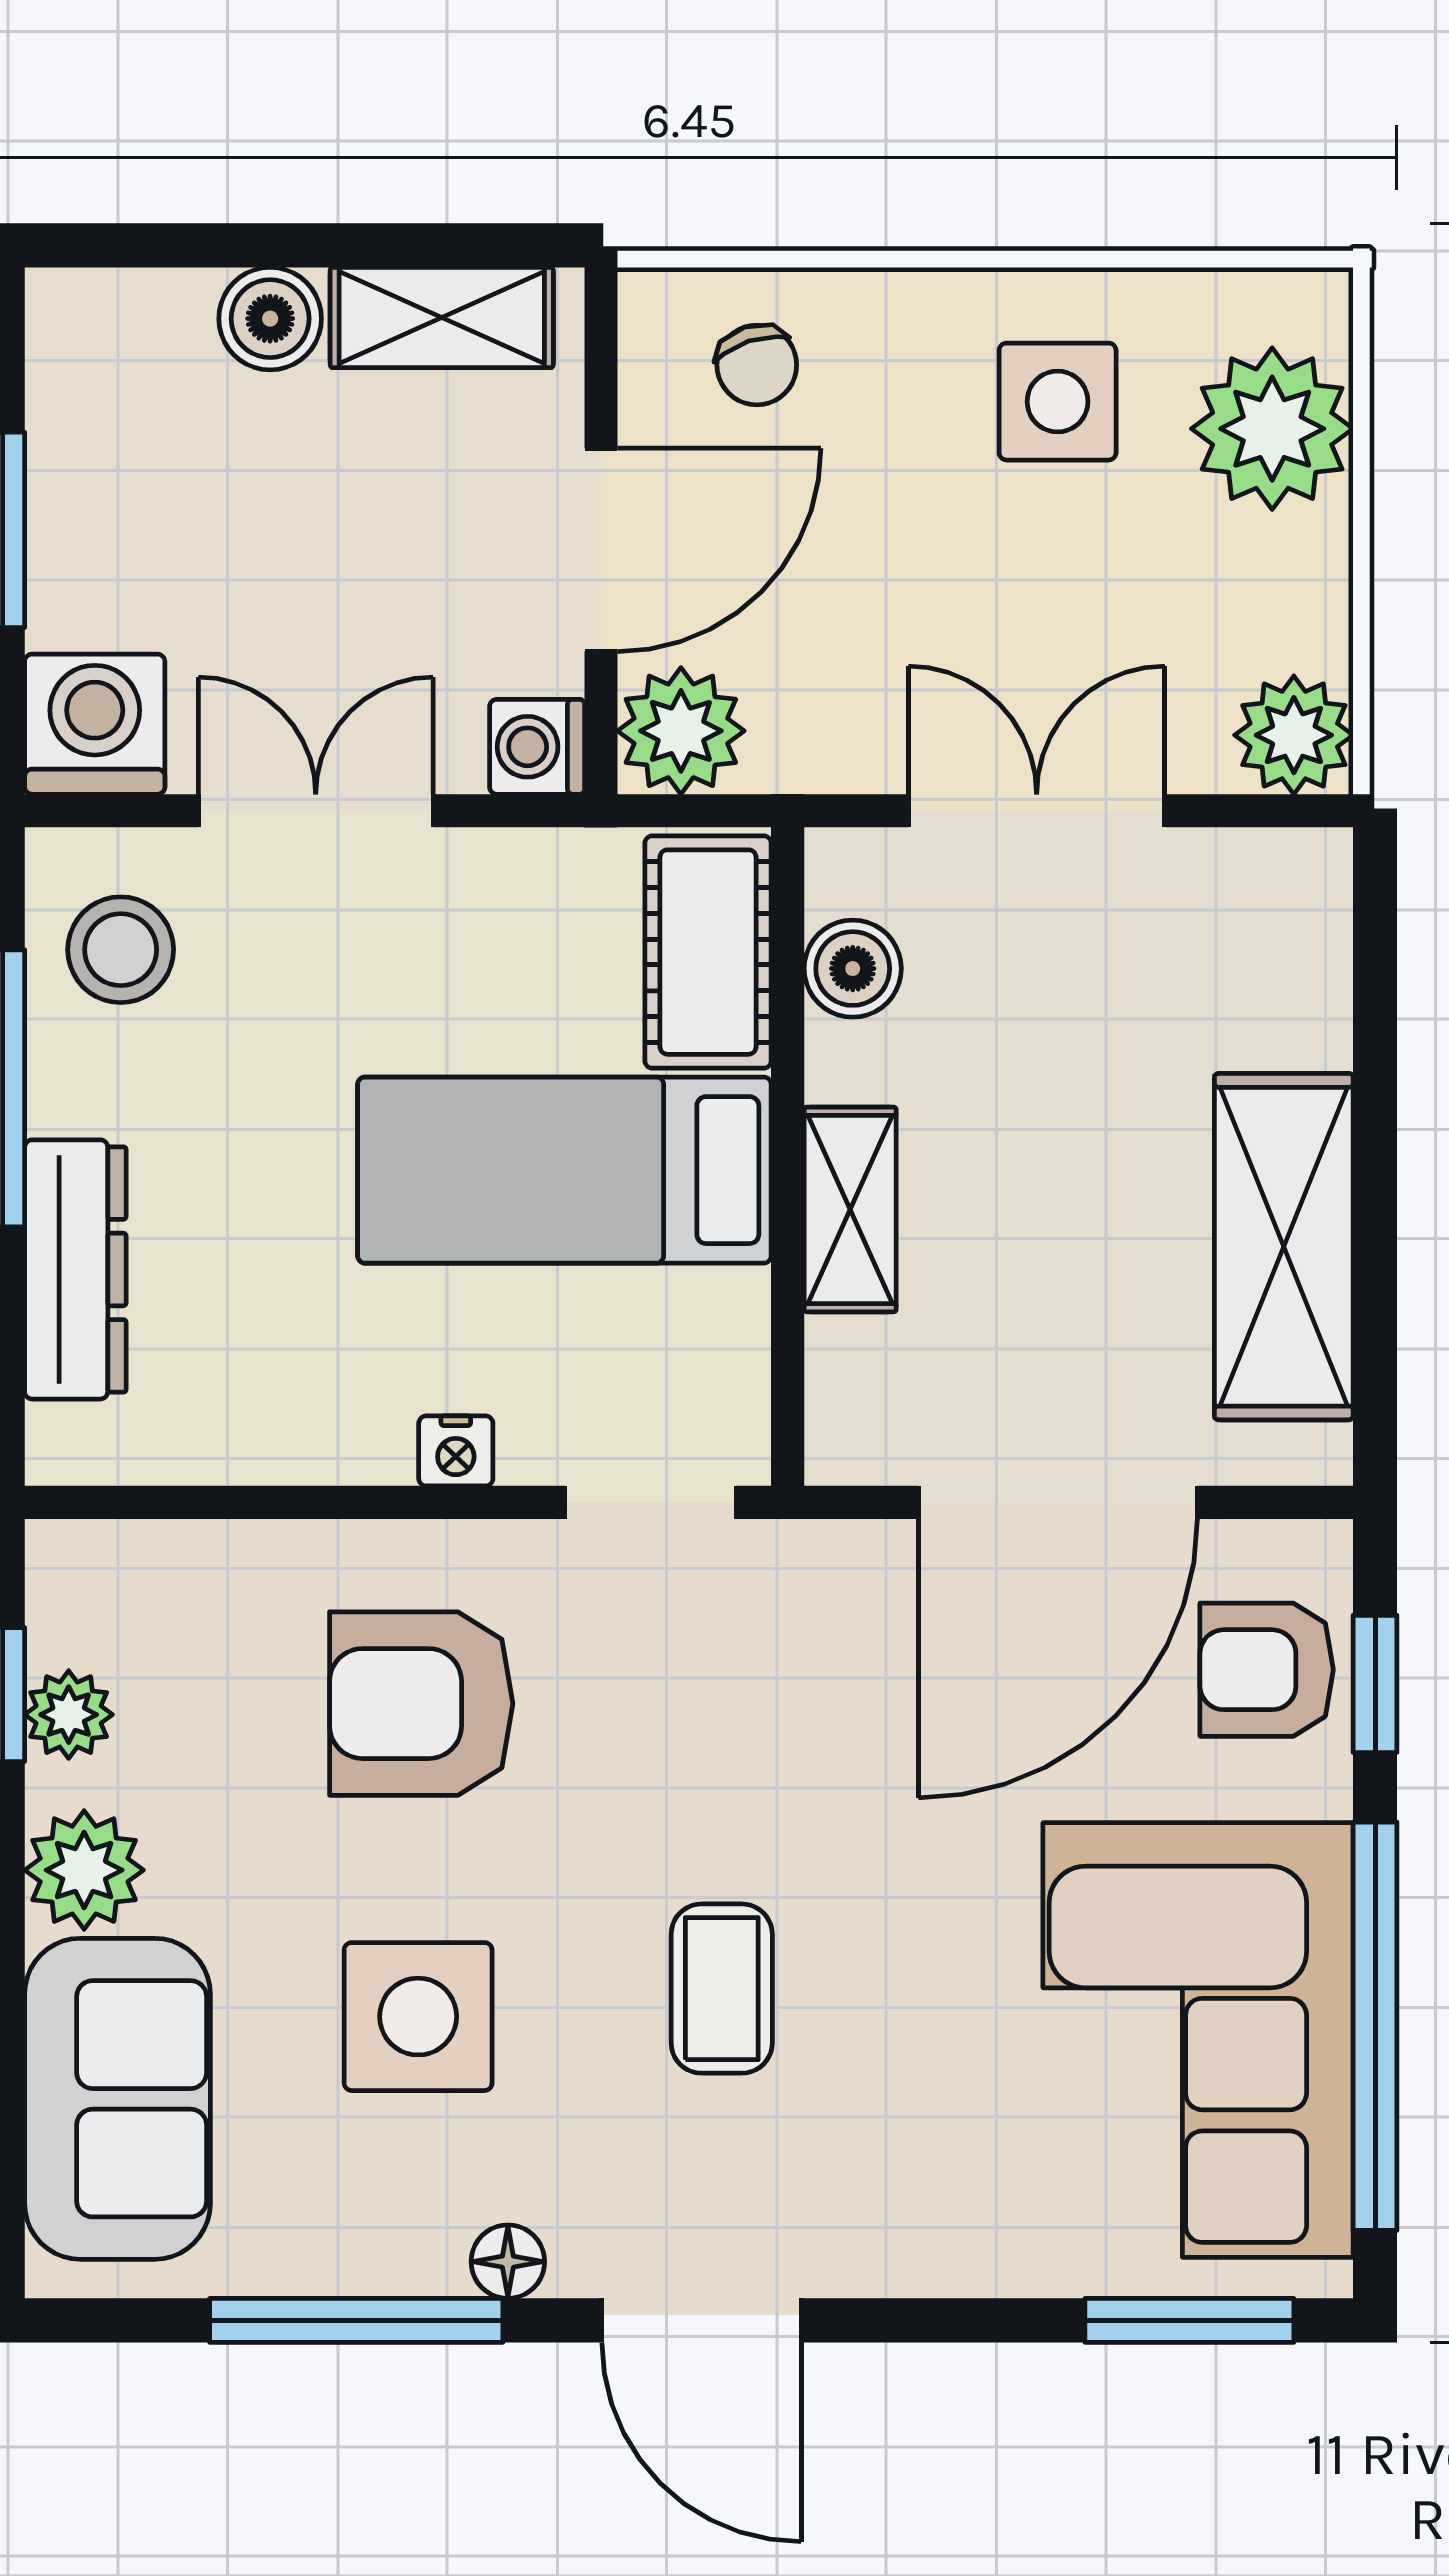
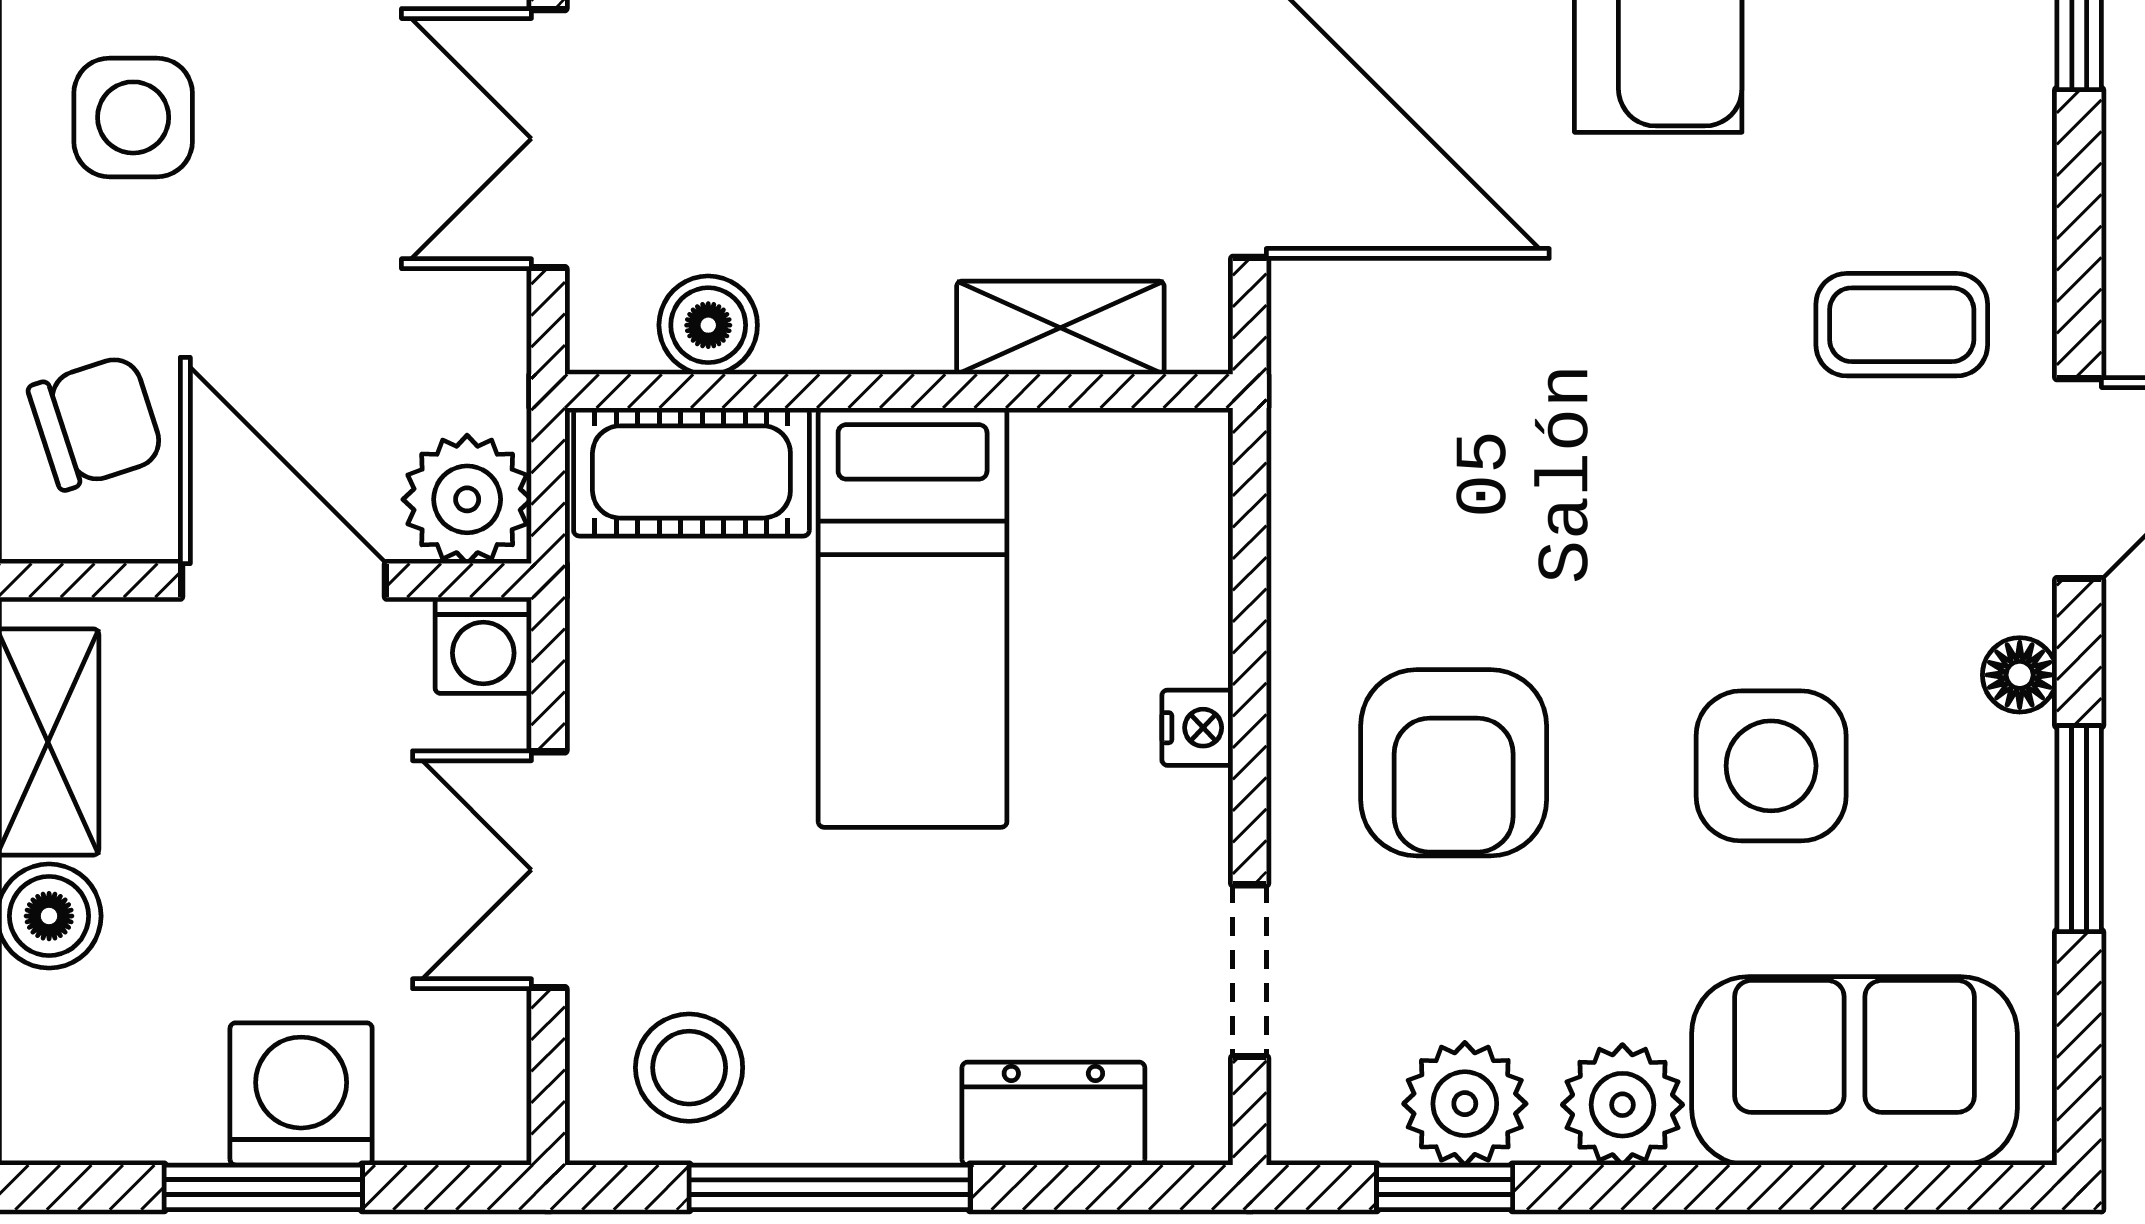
chair: (757, 365) -> (96, 422), width x1.37, depth x1.37
washing machine: (95, 724) -> (301, 1094), moved, turned 90
shelving: (850, 1209) -> (1060, 328), moved
dresser: (75, 1269) -> (1053, 1114), width x0.70
doorway: (651, 1502) -> (1250, 971), moved
plant: (69, 1715) -> (1465, 1104), width x1.38, depth x1.38
coffee table: (722, 1989) -> (1902, 325), moved
window: (356, 2320) -> (2079, 829), width x0.69

